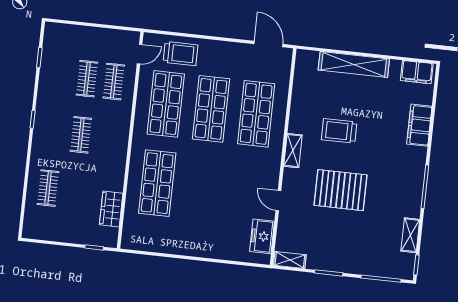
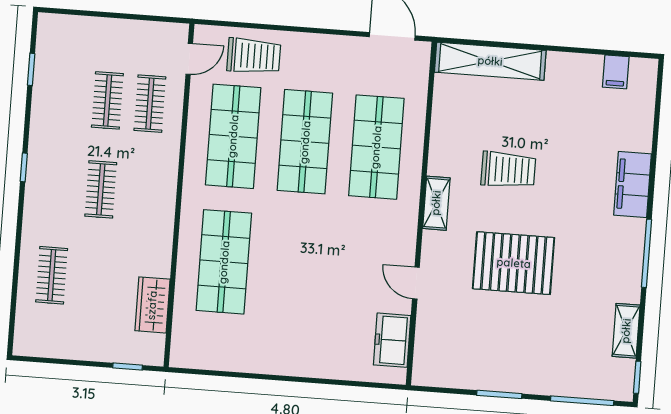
shelving: (354, 64) -> (490, 61), moved
filing cabinet: (417, 72) -> (616, 72), width x0.50
filing cabinet: (419, 125) -> (633, 184), moved
trolley: (339, 131) -> (508, 170), turned 180
shelving: (290, 260) -> (437, 376), removed

